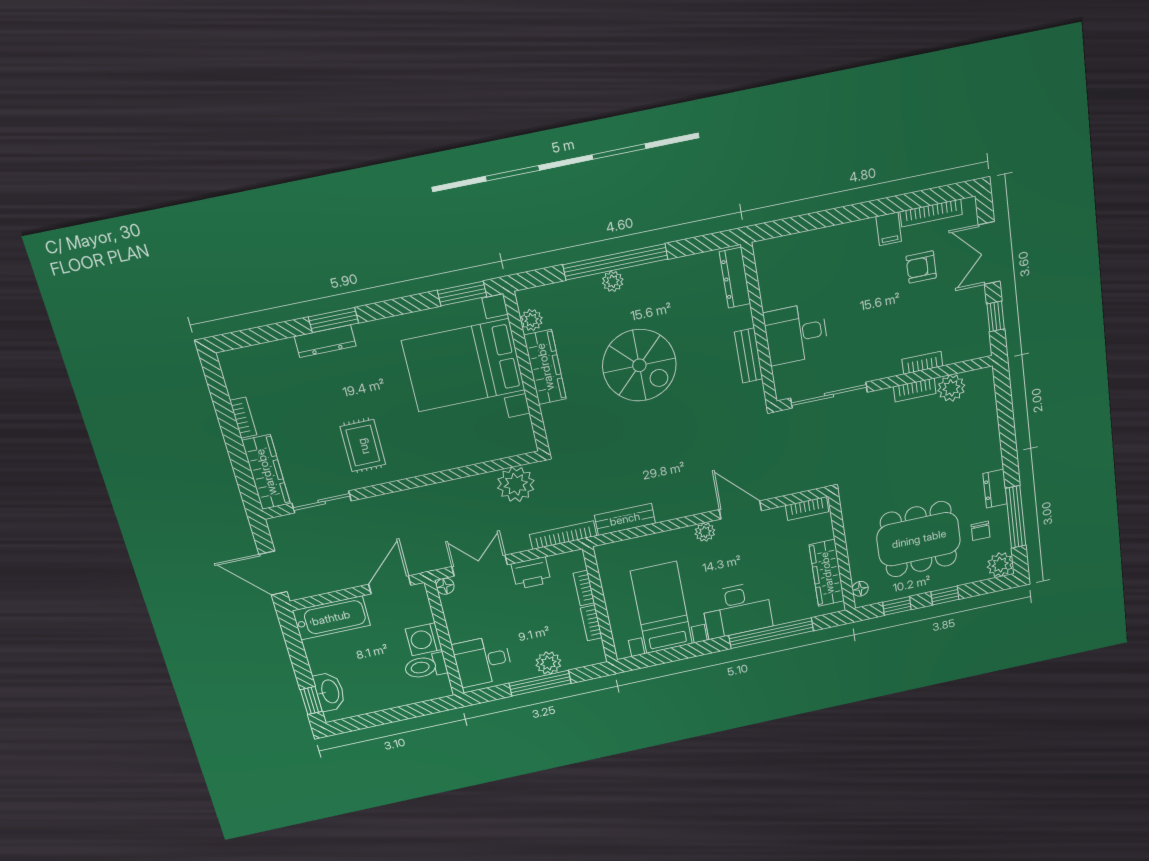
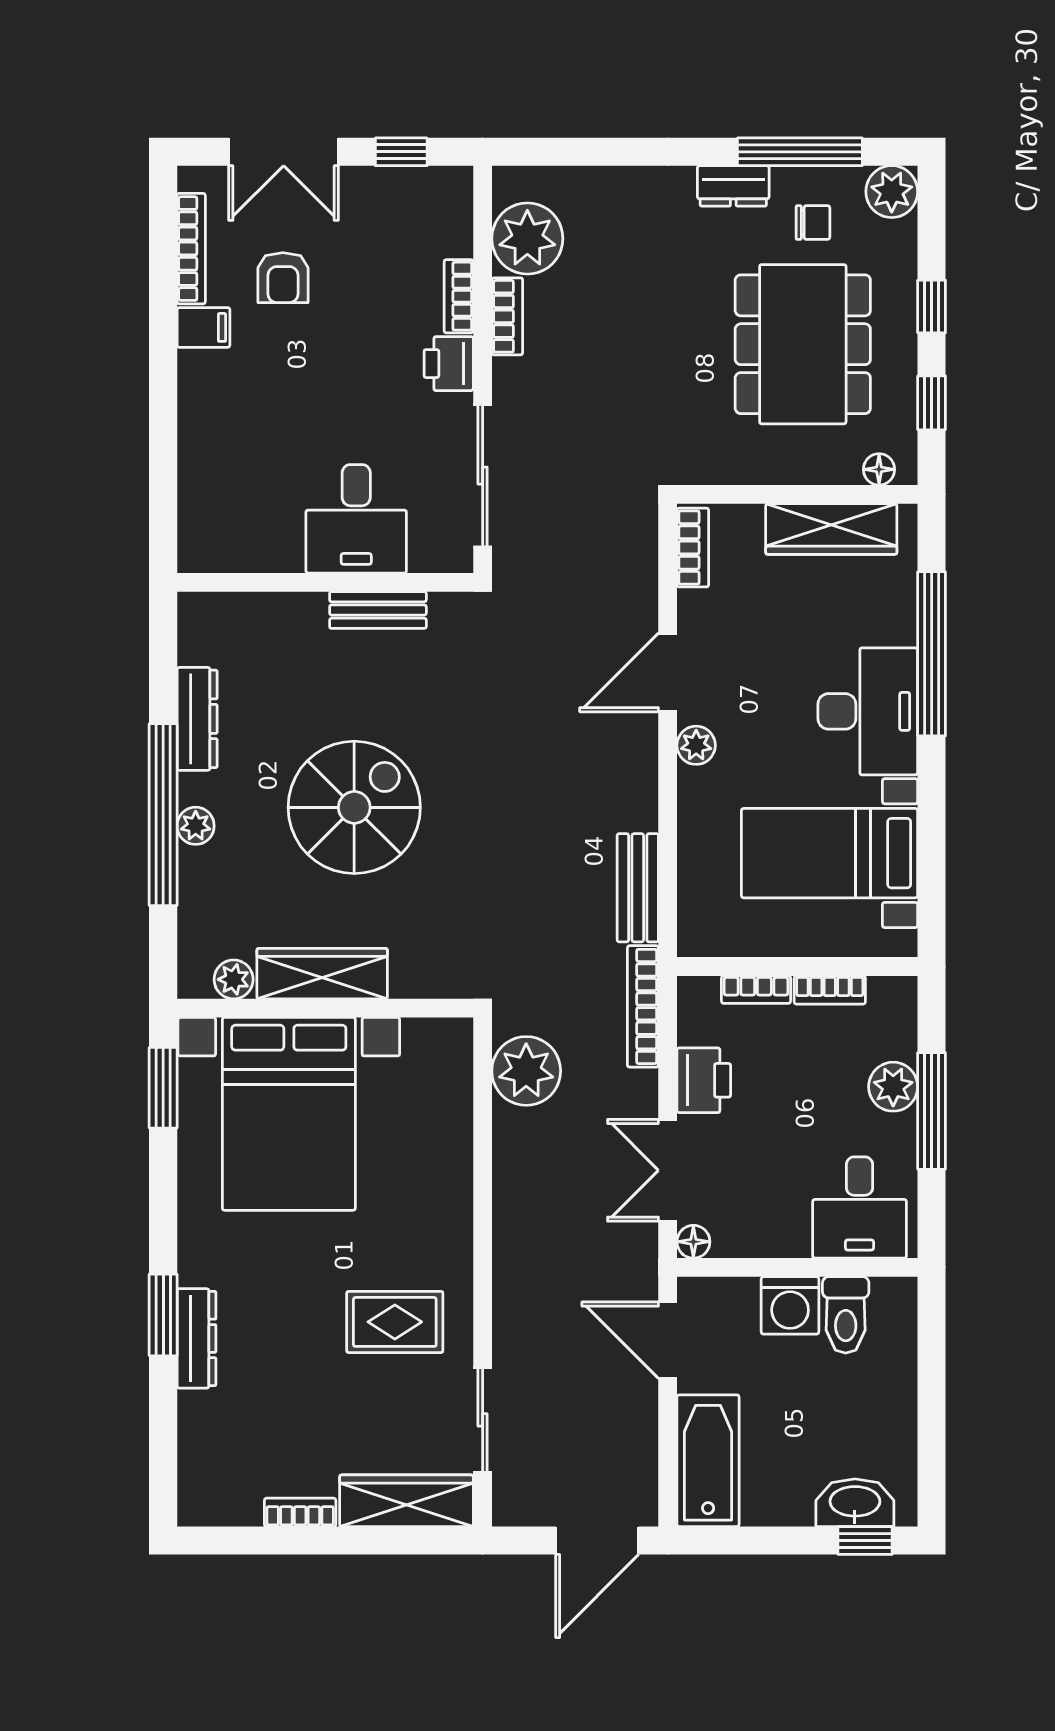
dresser: (735, 278) -> (197, 719), moved, turned -90
printer: (886, 365) -> (449, 364), added
plant: (951, 388) -> (527, 238), width x1.36, depth x1.36

